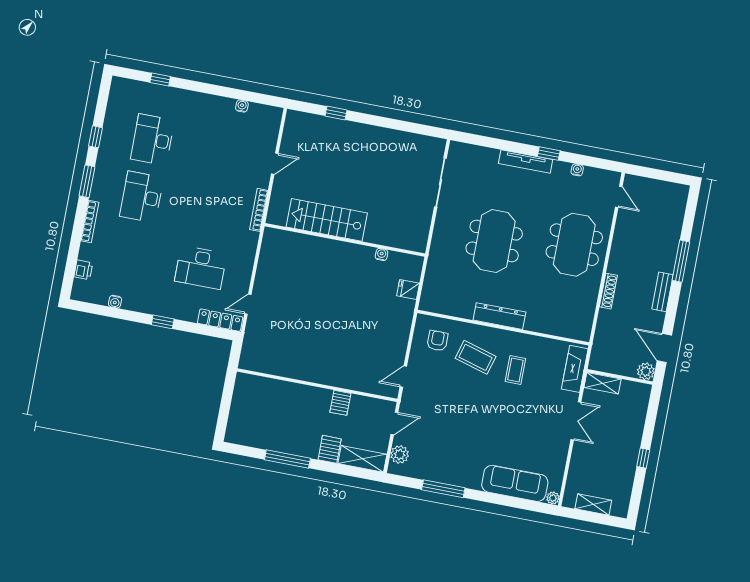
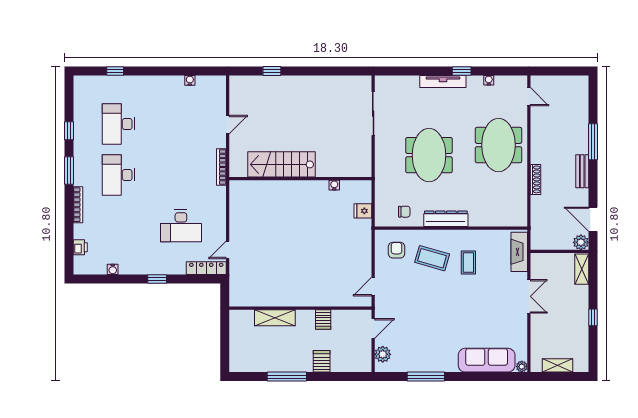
chair: (454, 299) -> (404, 212), added
shelving: (602, 383) -> (582, 269), moved, turned 90
shelving: (362, 459) -> (275, 318), moved

